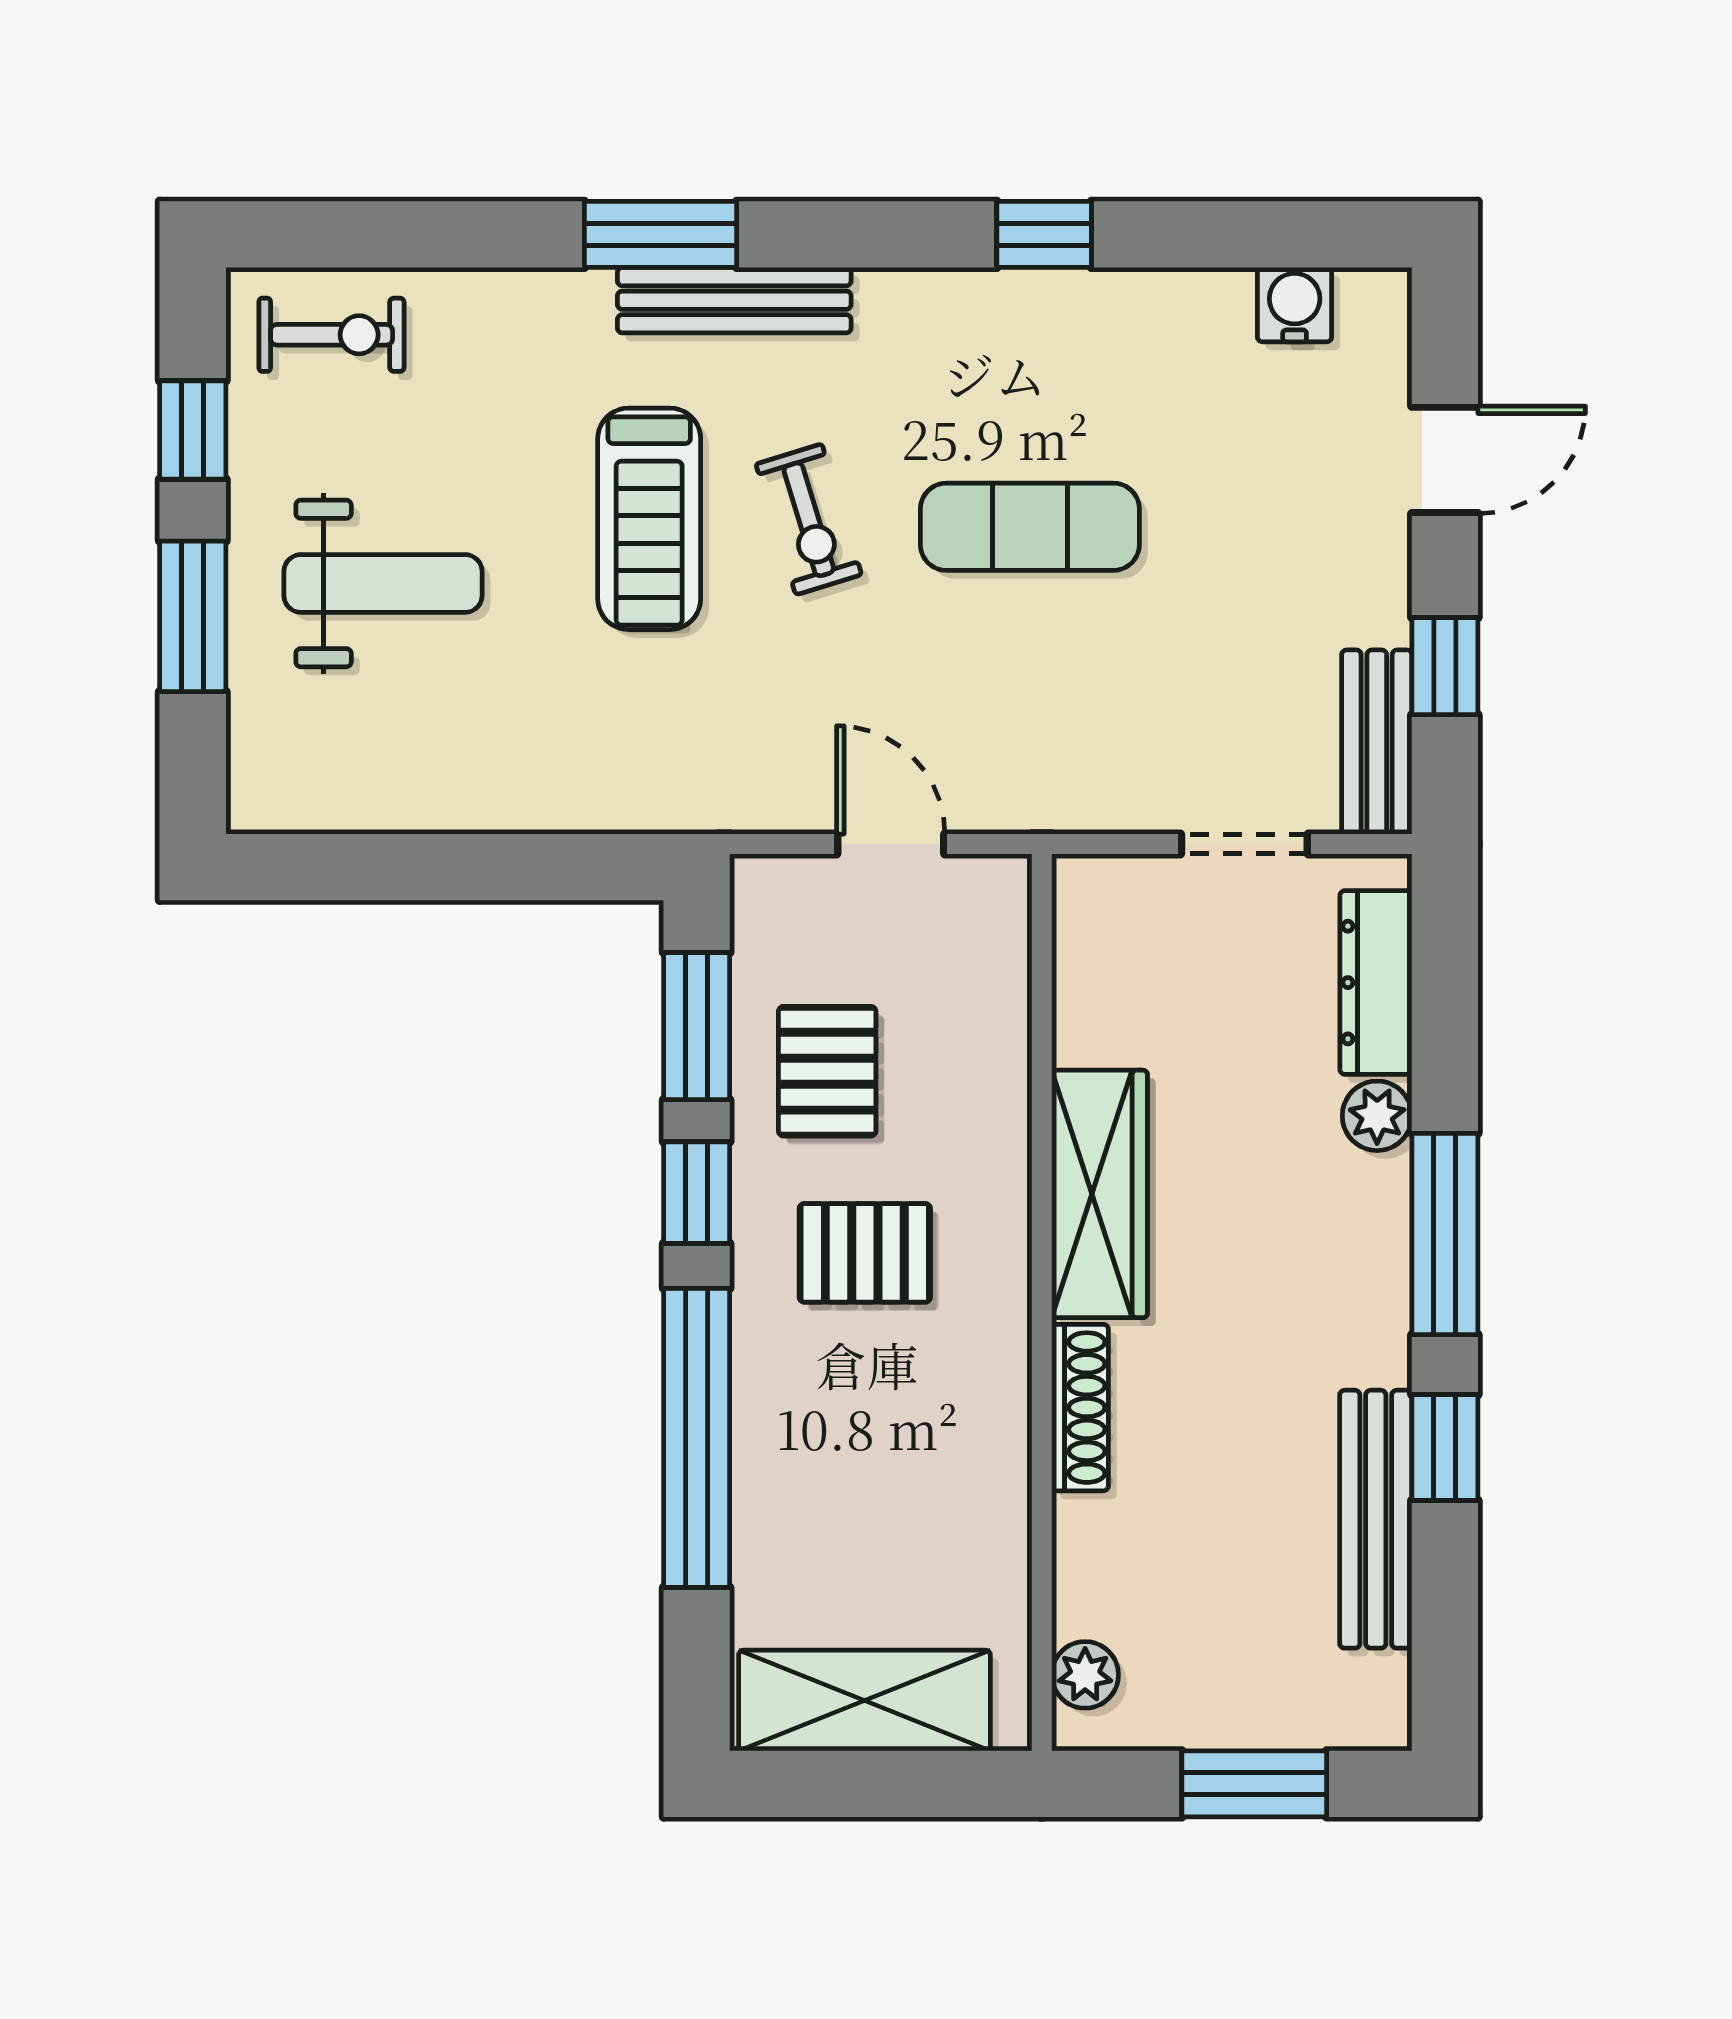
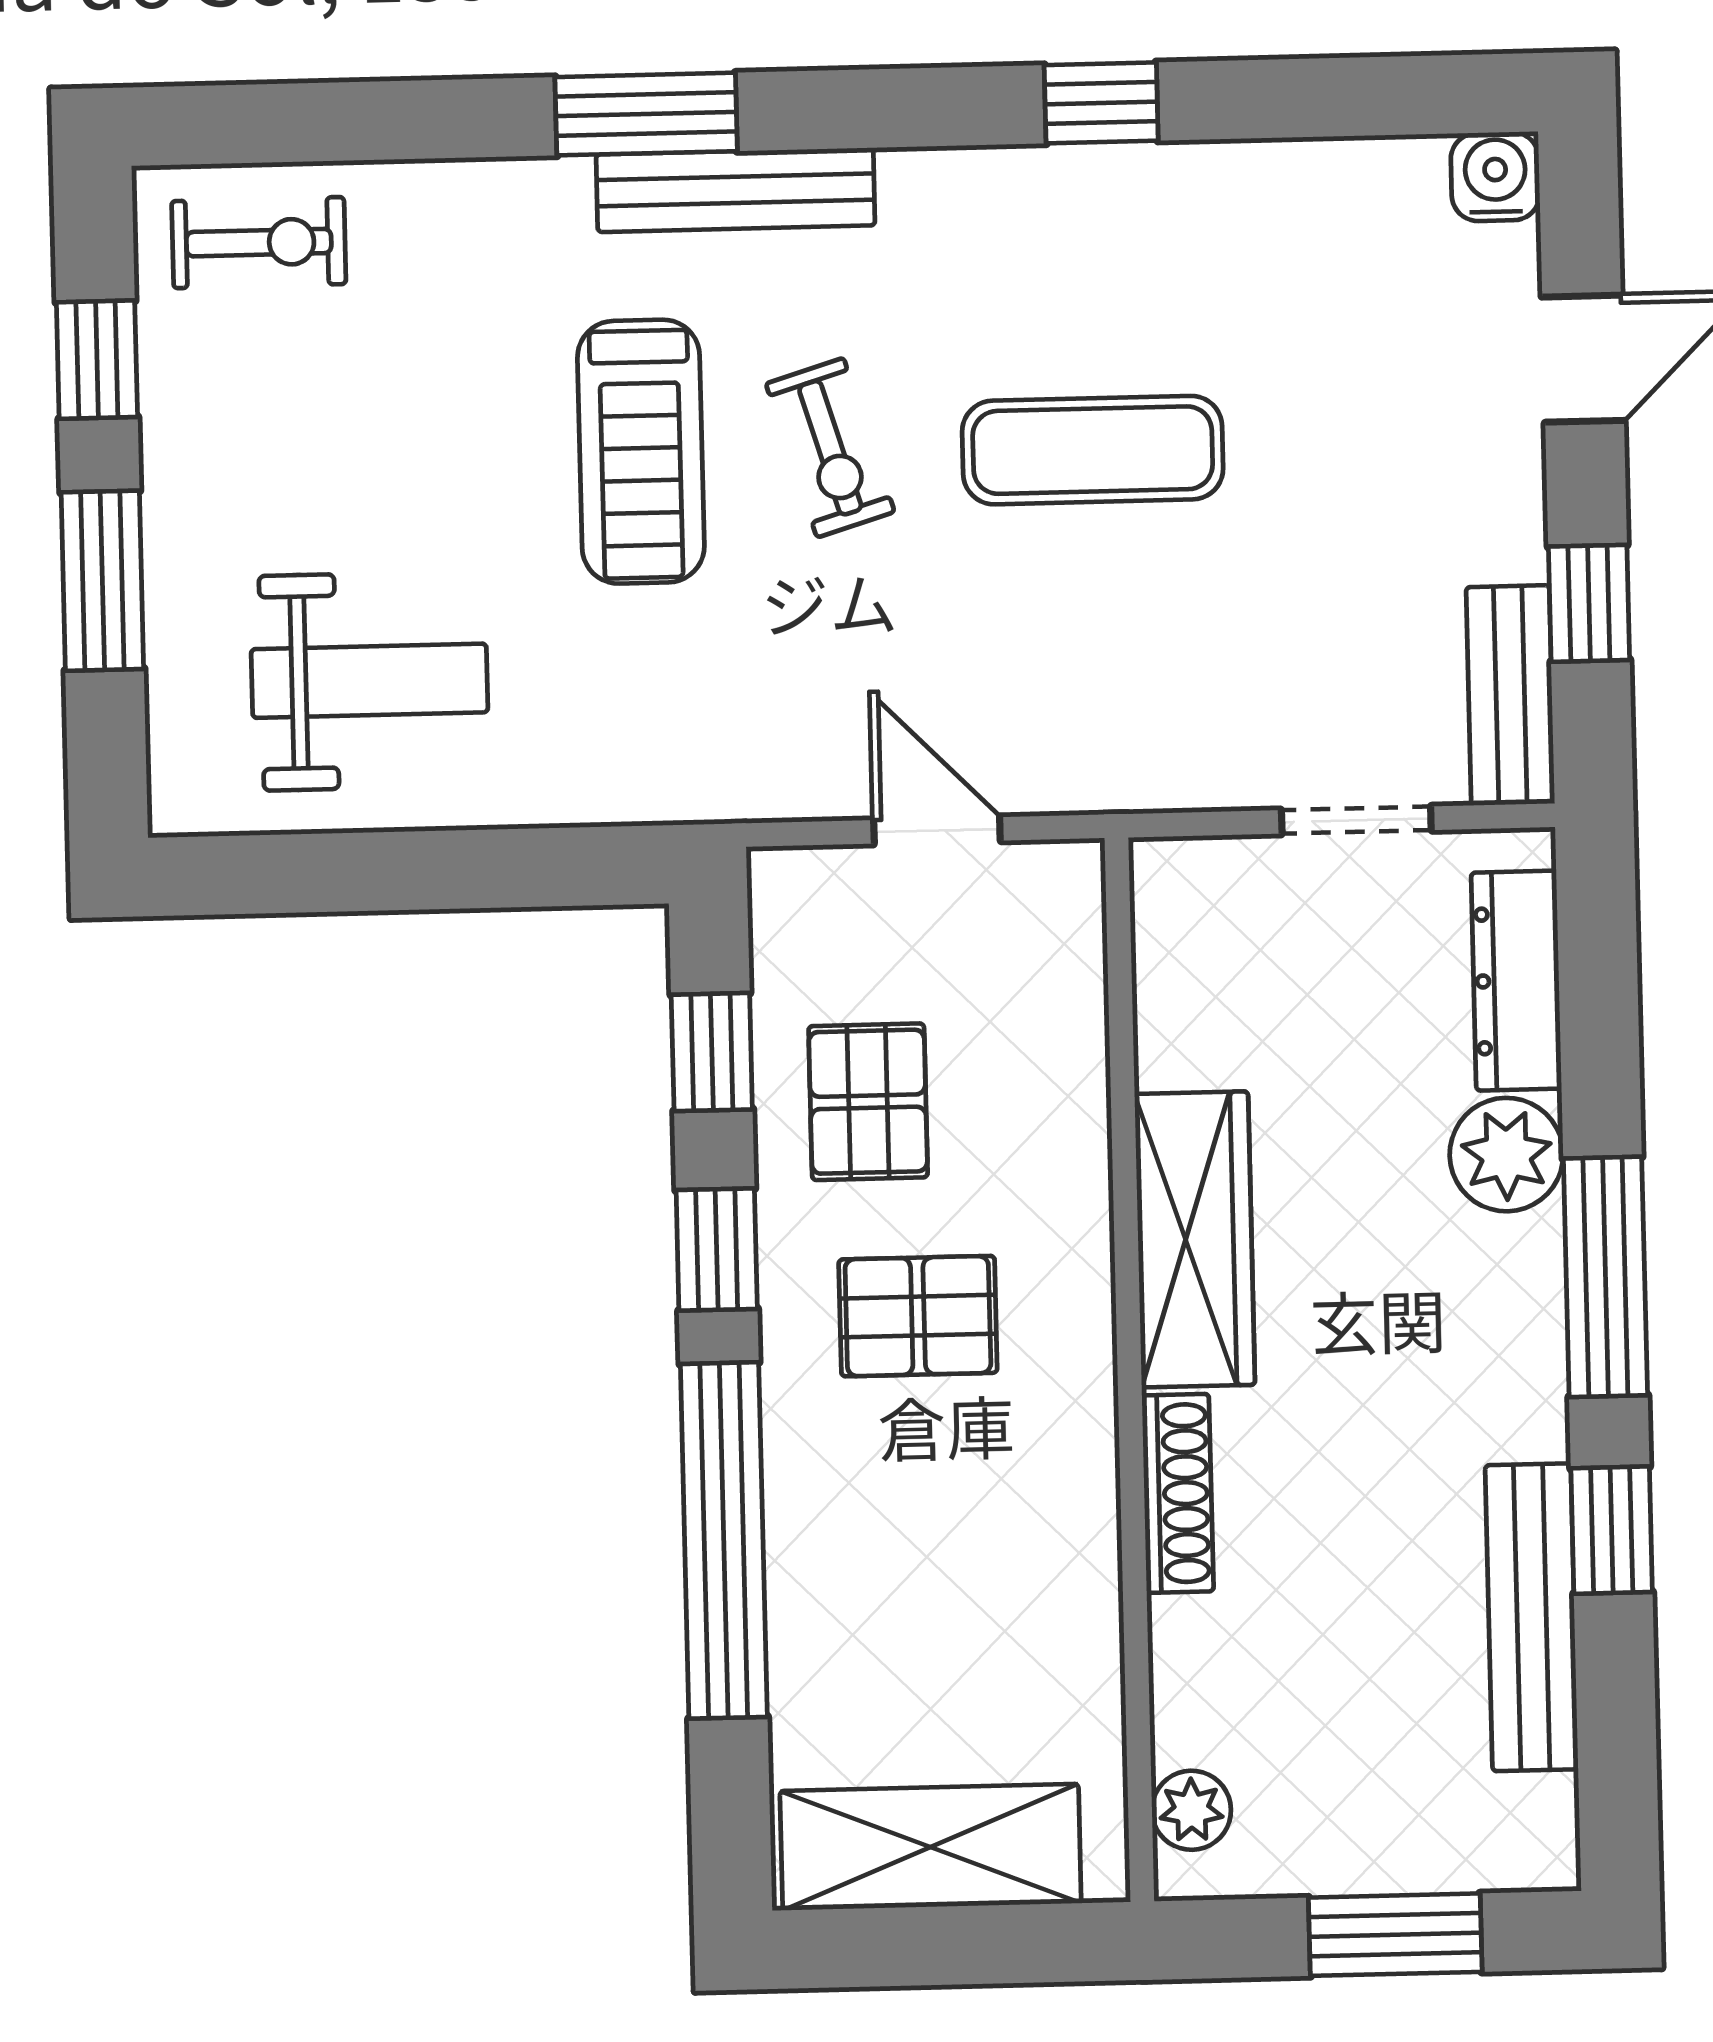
water cooler: (1295, 305) -> (1495, 177), moved
weight bench: (383, 583) -> (370, 681), moved
window: (697, 1026) -> (712, 1052), width x0.67
plant: (1377, 1116) -> (1506, 1155), width x1.38, depth x1.38

